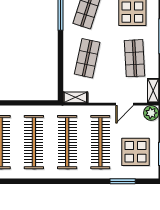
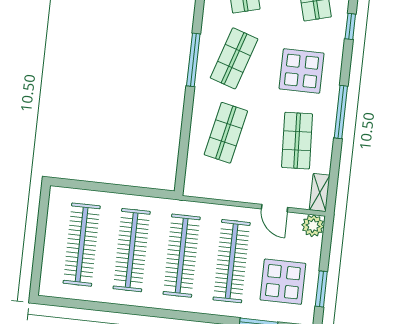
shelving: (75, 97) -> (202, 190), removed
door: (125, 104) -> (274, 208), hinge flipped

